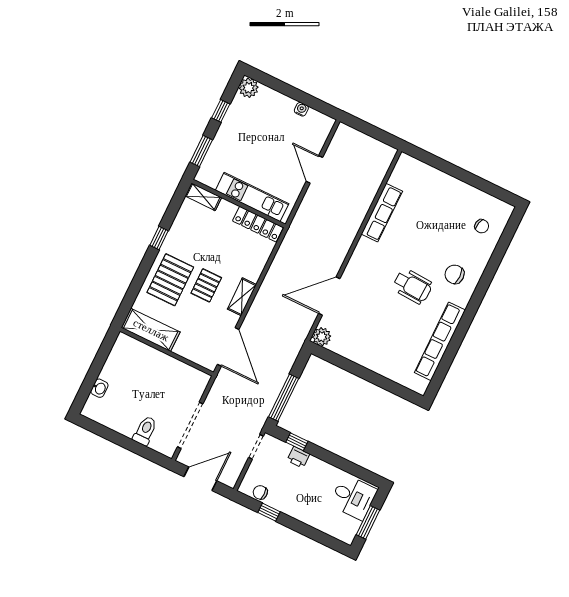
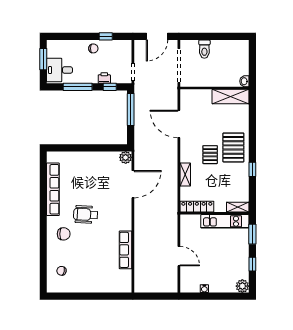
kitchen unit: (252, 197) -> (225, 221), moved
shelving: (242, 297) -> (185, 175), moved
shelving: (151, 330) -> (231, 97), moved
wall: (167, 352) -> (214, 88), moved
washbasin: (99, 388) -> (244, 81), moved
window: (340, 463) -> (78, 87), added
chair: (260, 492) -> (93, 48), moved

